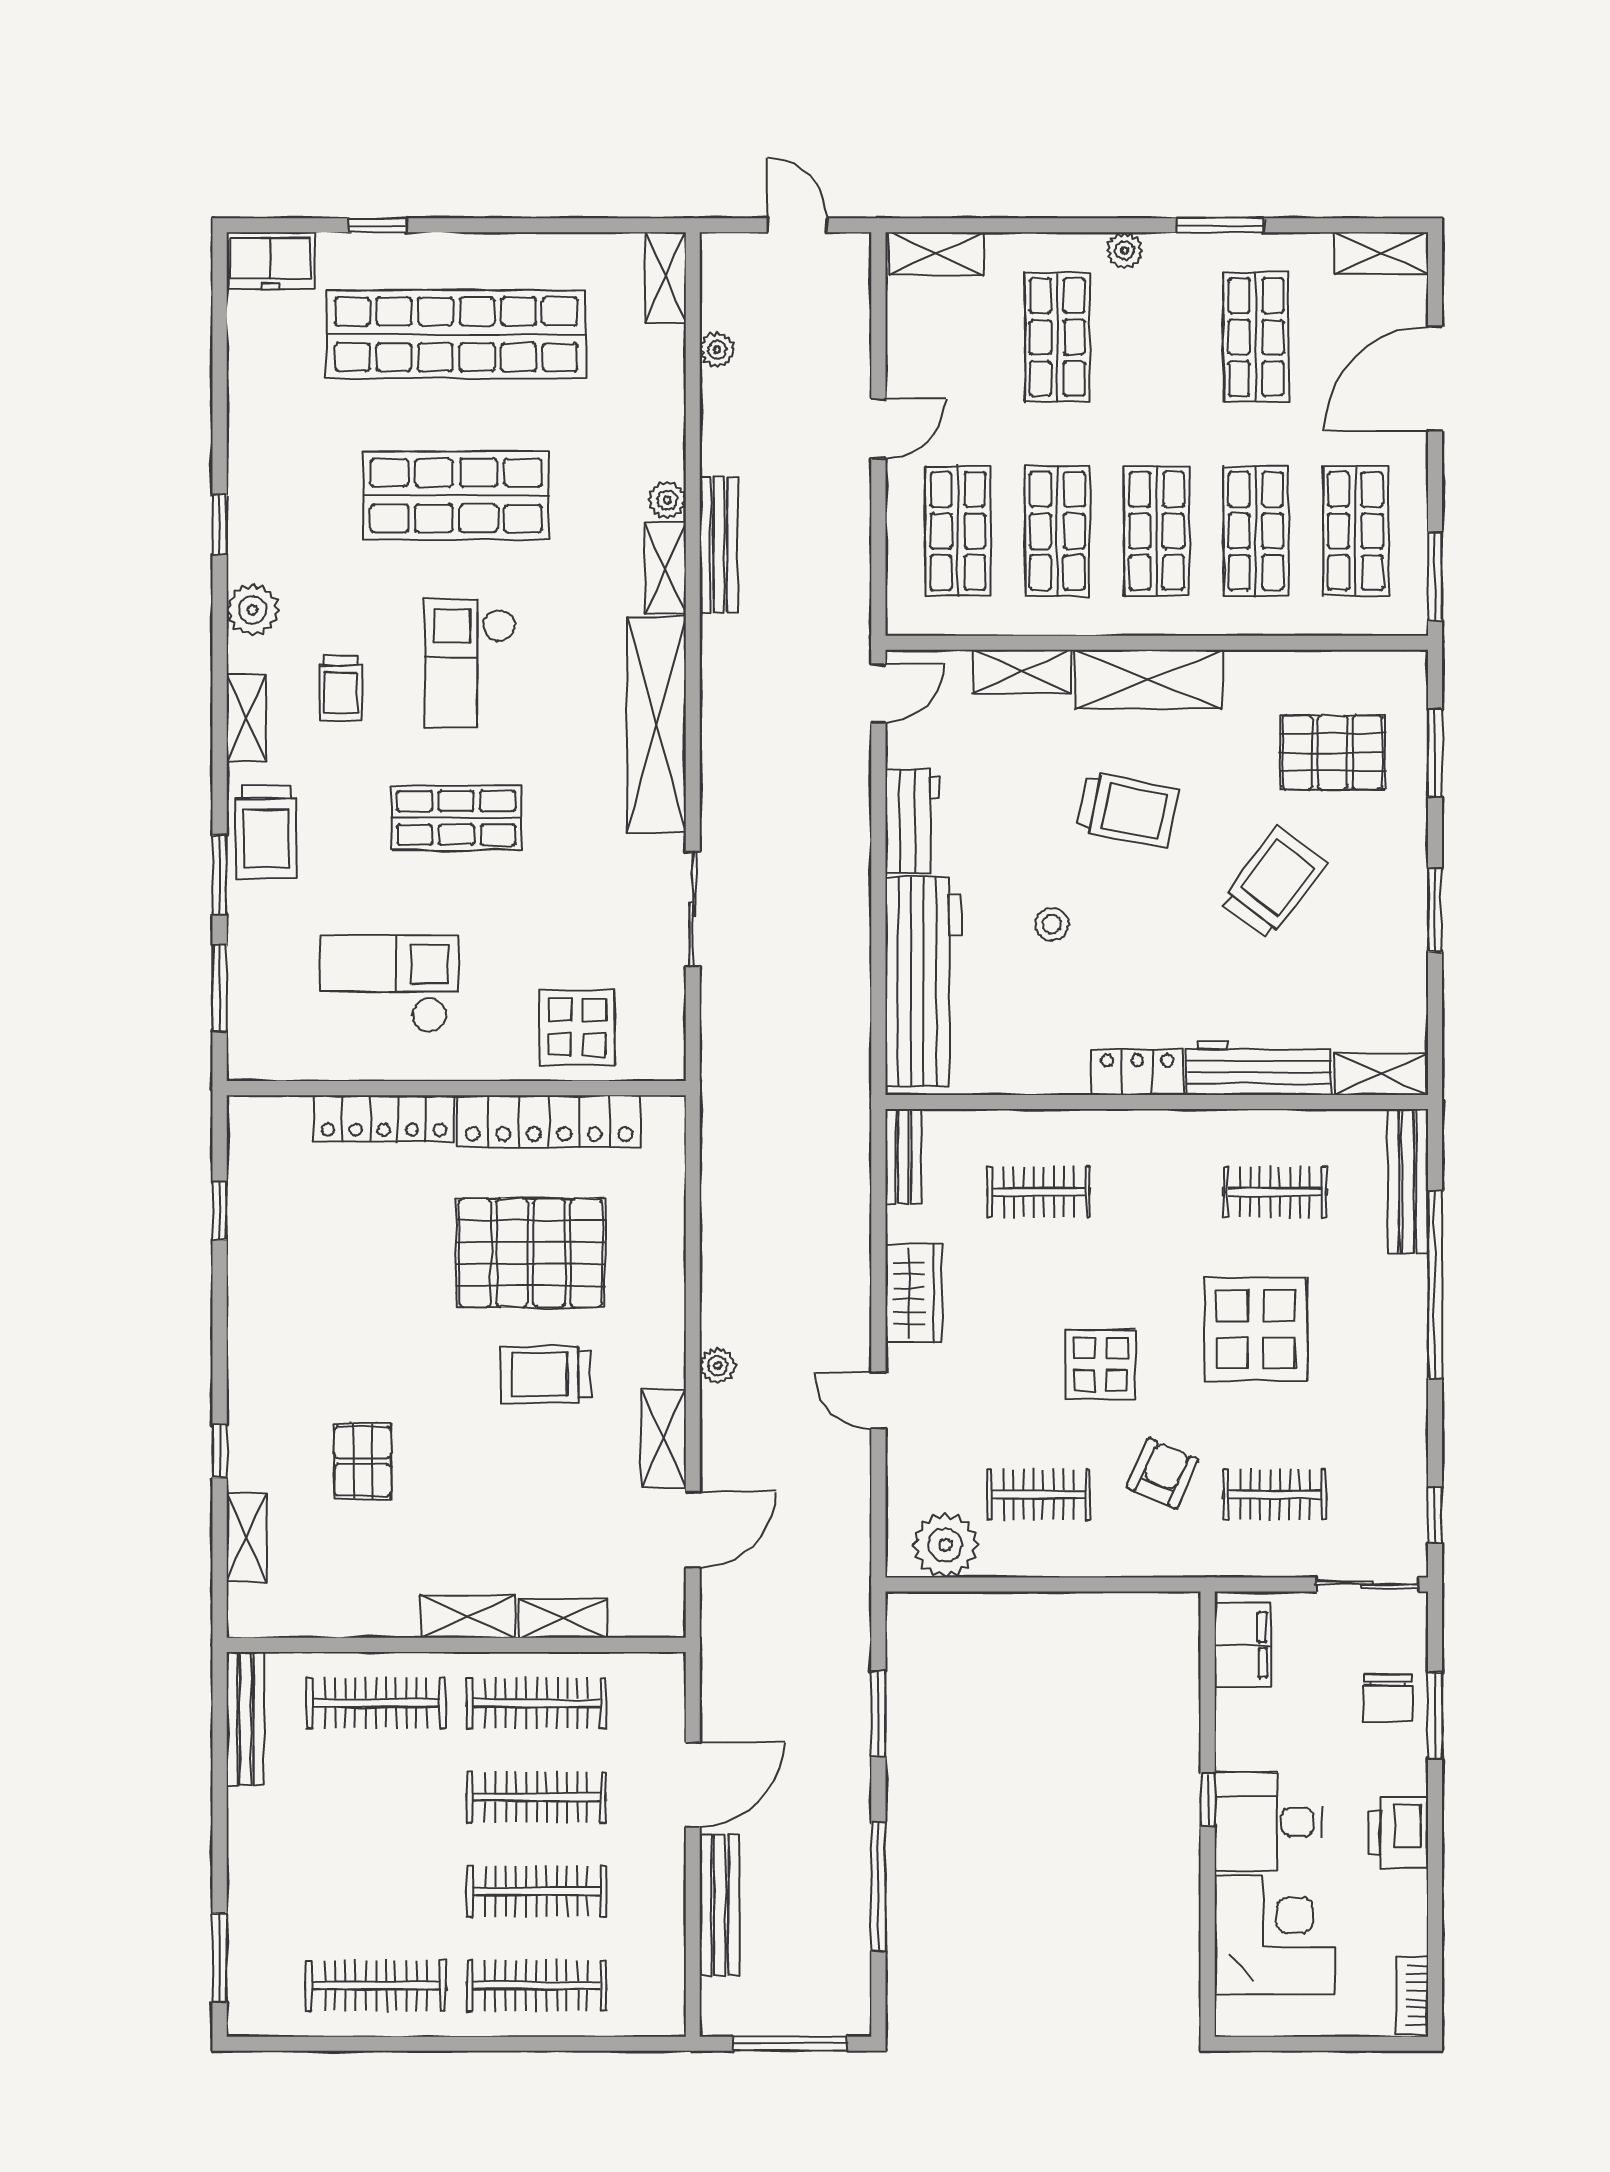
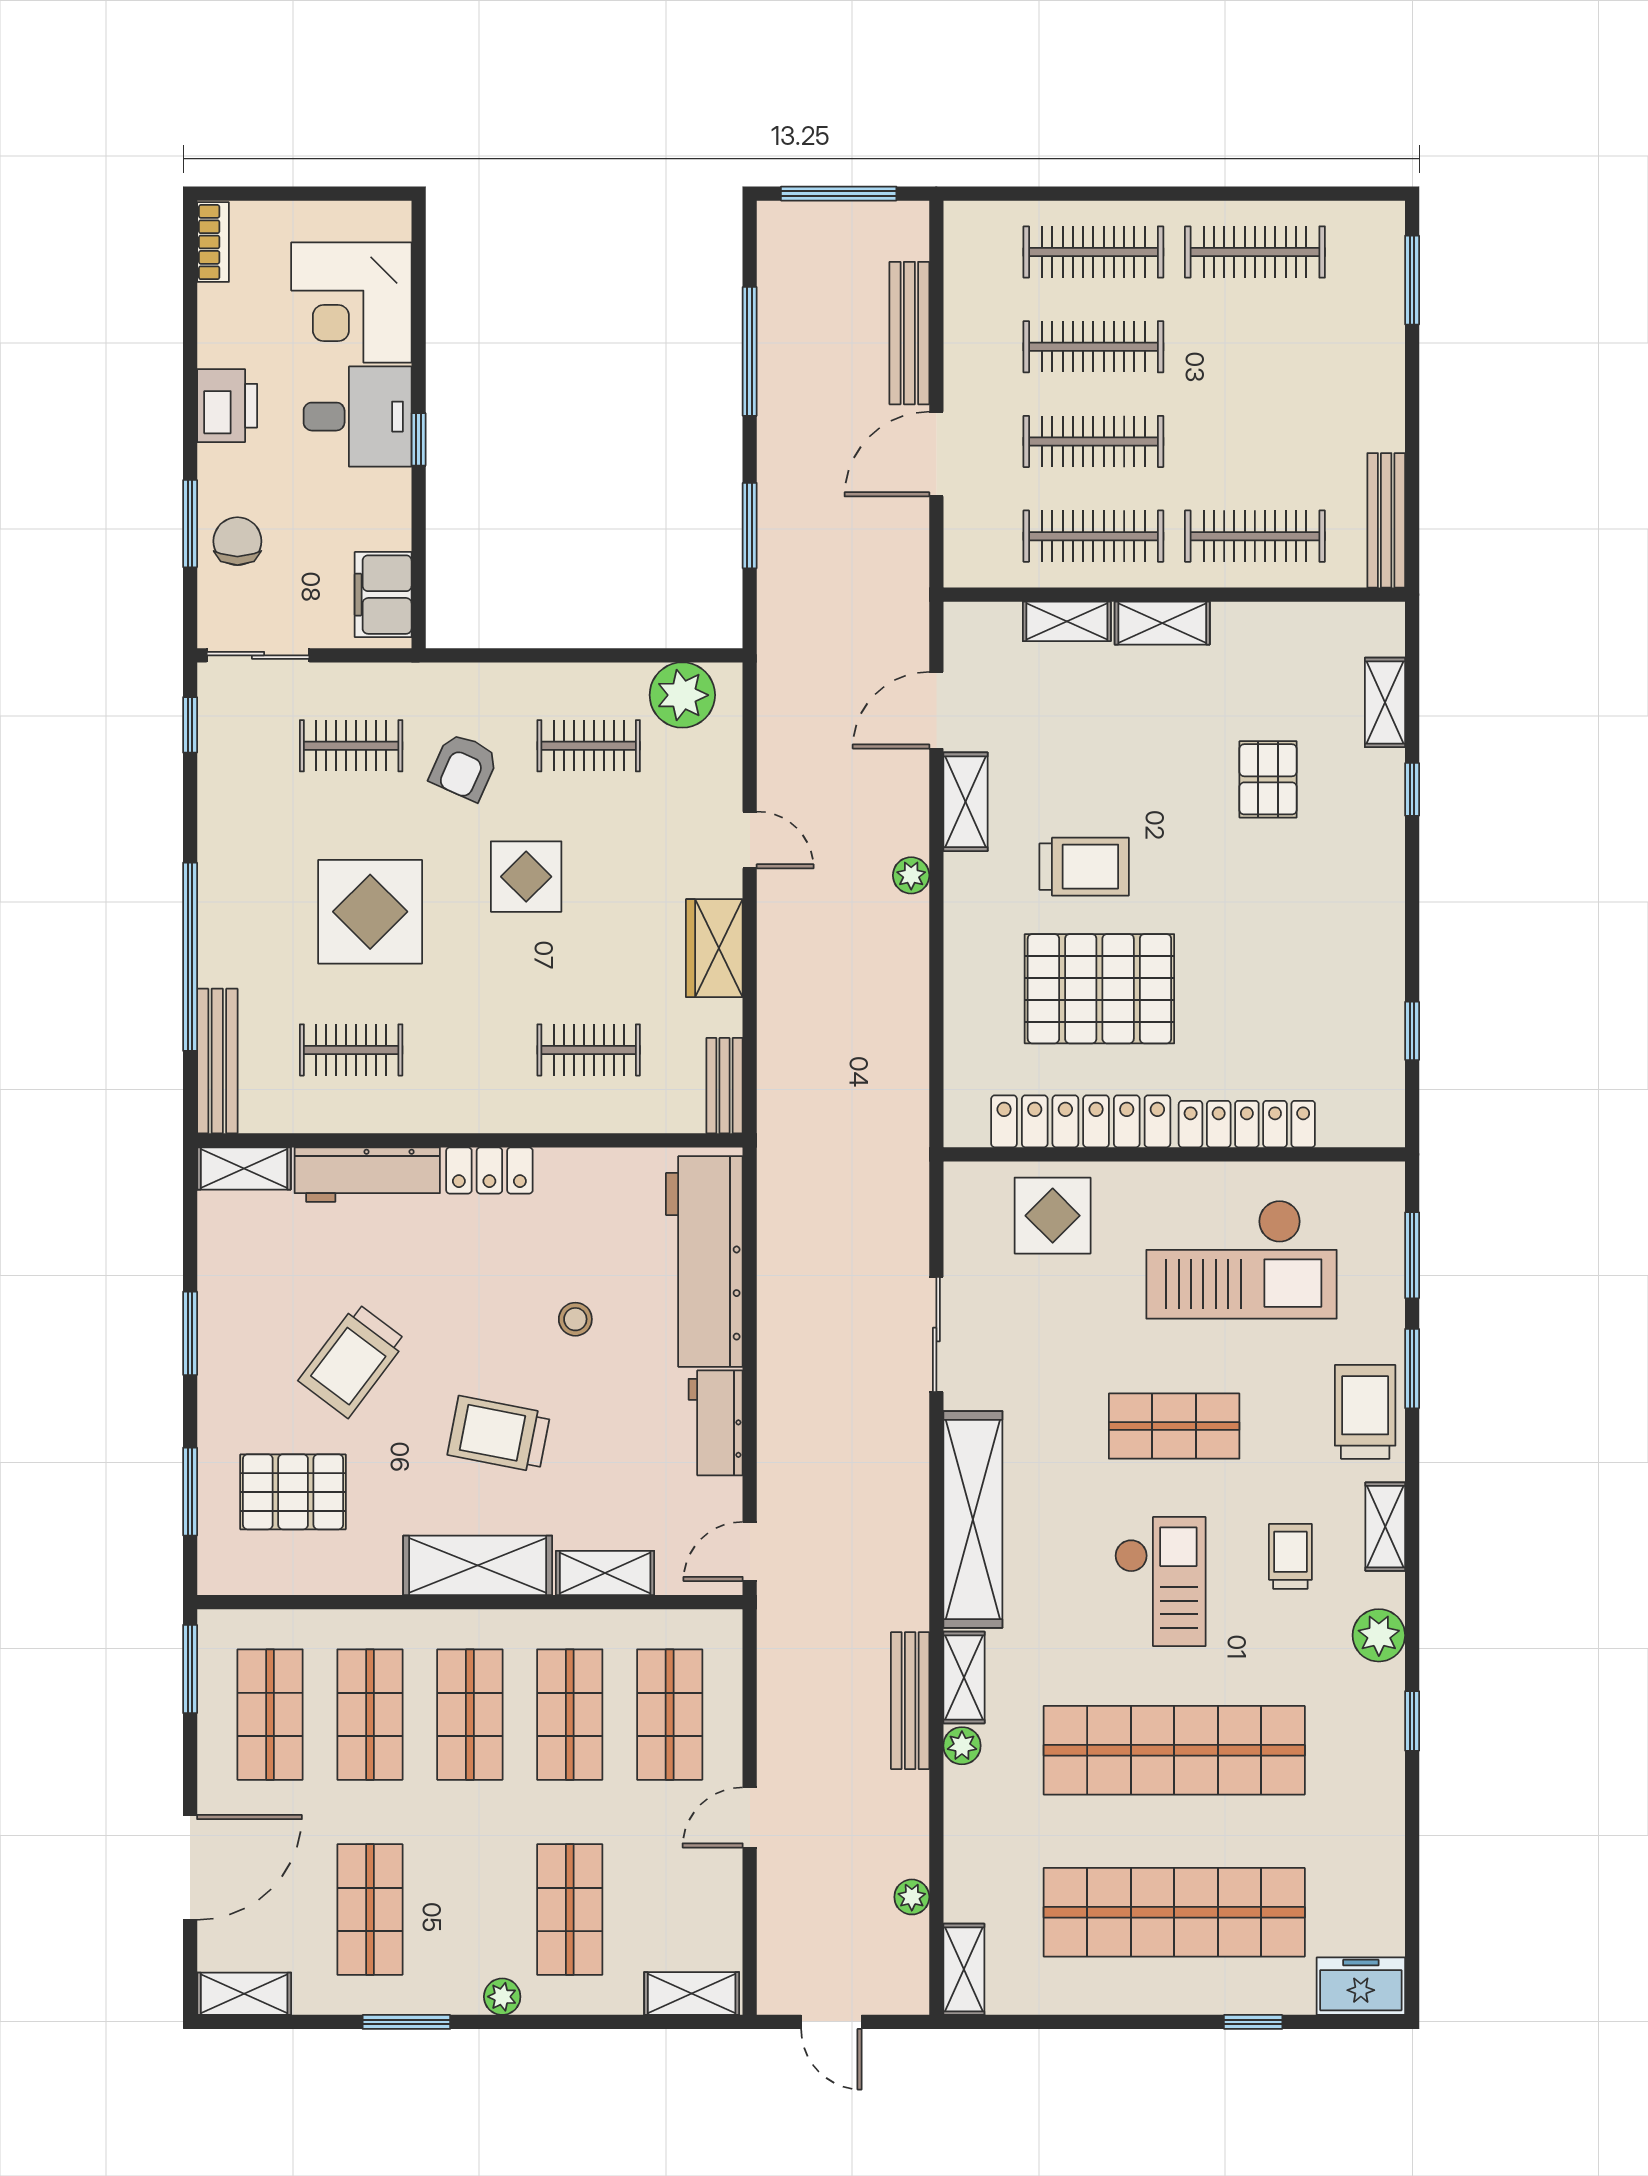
shop shelf: (456, 495) -> (1174, 1750), width x1.40
checkout: (389, 984) -> (1241, 1259), width x1.36, depth x1.21

